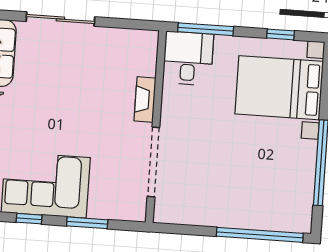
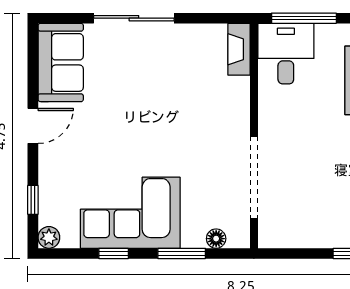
fireplace: (145, 99) -> (239, 49), moved
floor lamp: (117, 212) -> (216, 239), added

